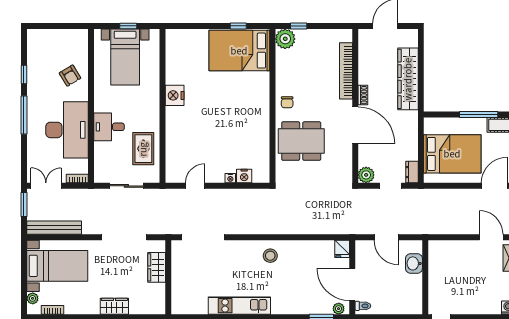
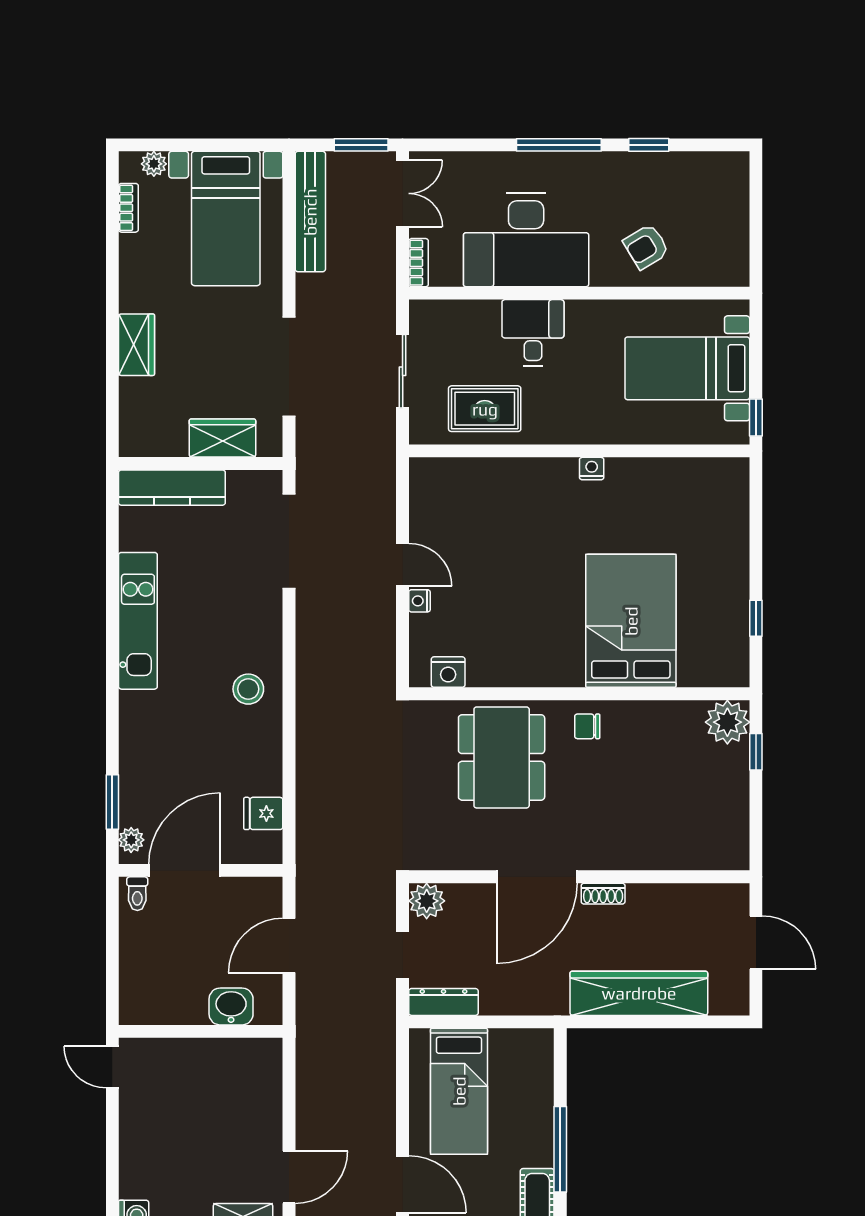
window: (128, 26) -> (756, 418), moved
bed: (239, 51) -> (631, 621), moved
bookcase: (346, 71) -> (656, 856), removed
nightstand: (175, 95) -> (592, 469), width x0.53, depth x0.56
bed: (452, 154) -> (459, 1091), width x0.67
dresser: (412, 172) -> (443, 1002), width x1.44
nightstand: (244, 176) -> (448, 672), moved, turned -90
door: (195, 186) -> (403, 565), moved
fridge: (342, 249) -> (263, 813), moved
kitchen counter: (179, 290) -> (172, 488), added

